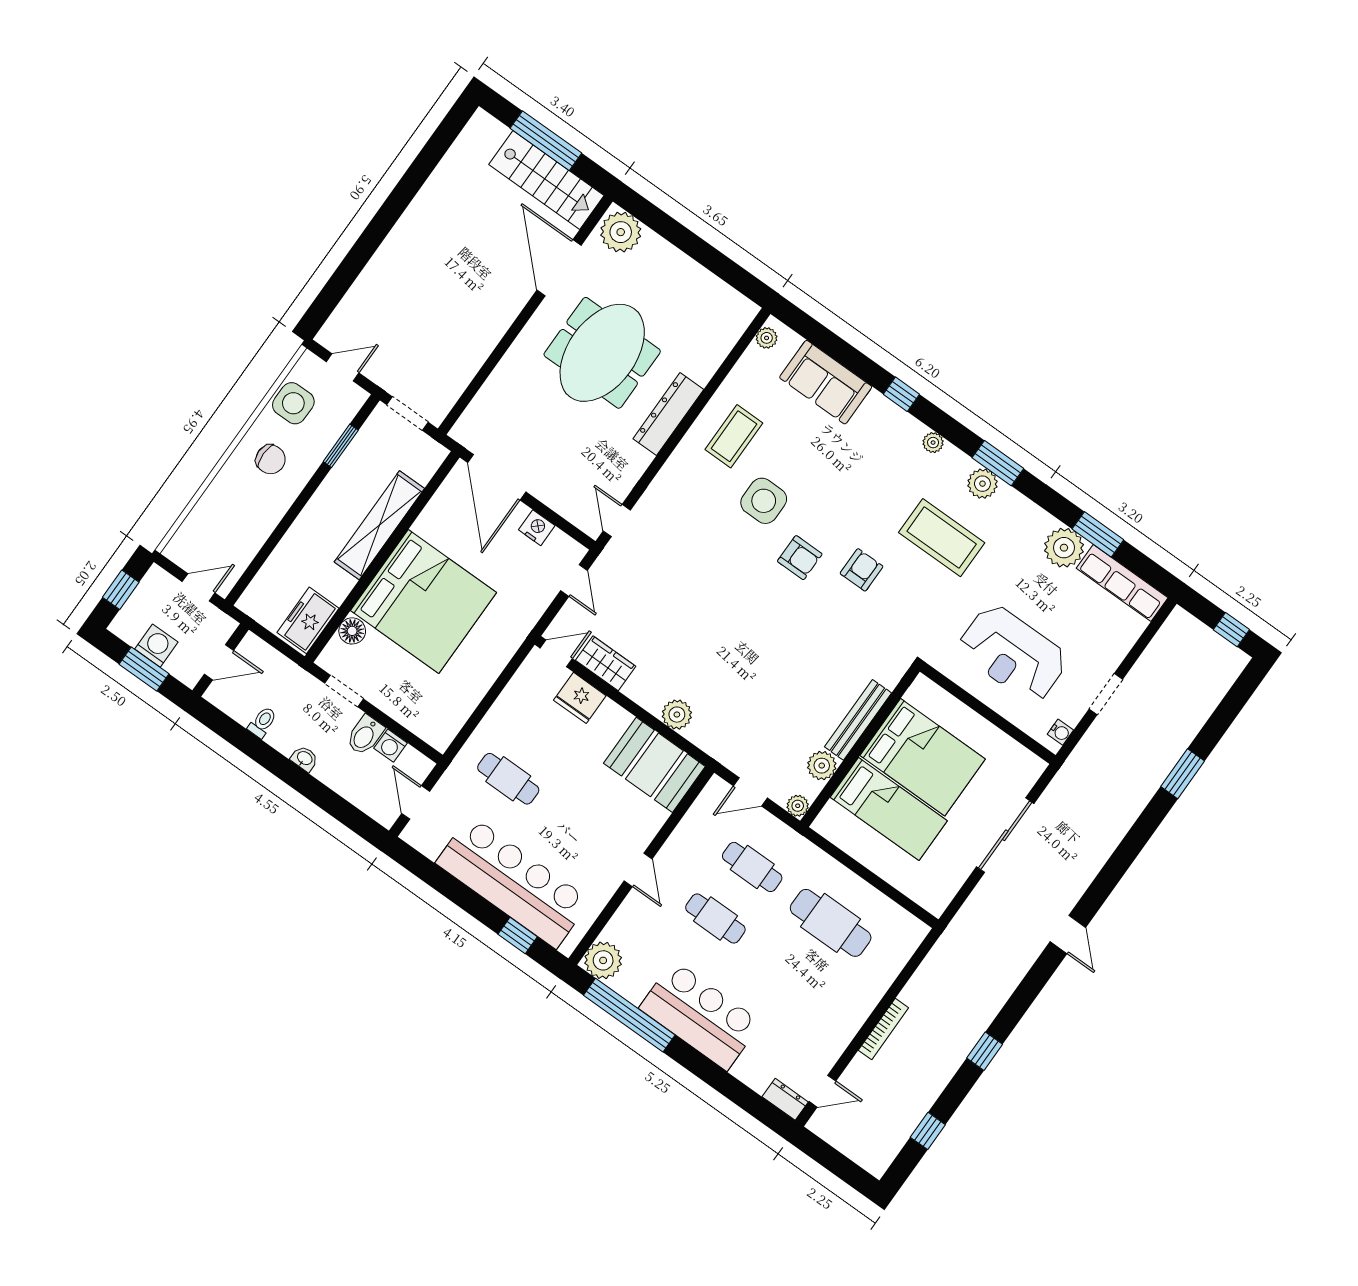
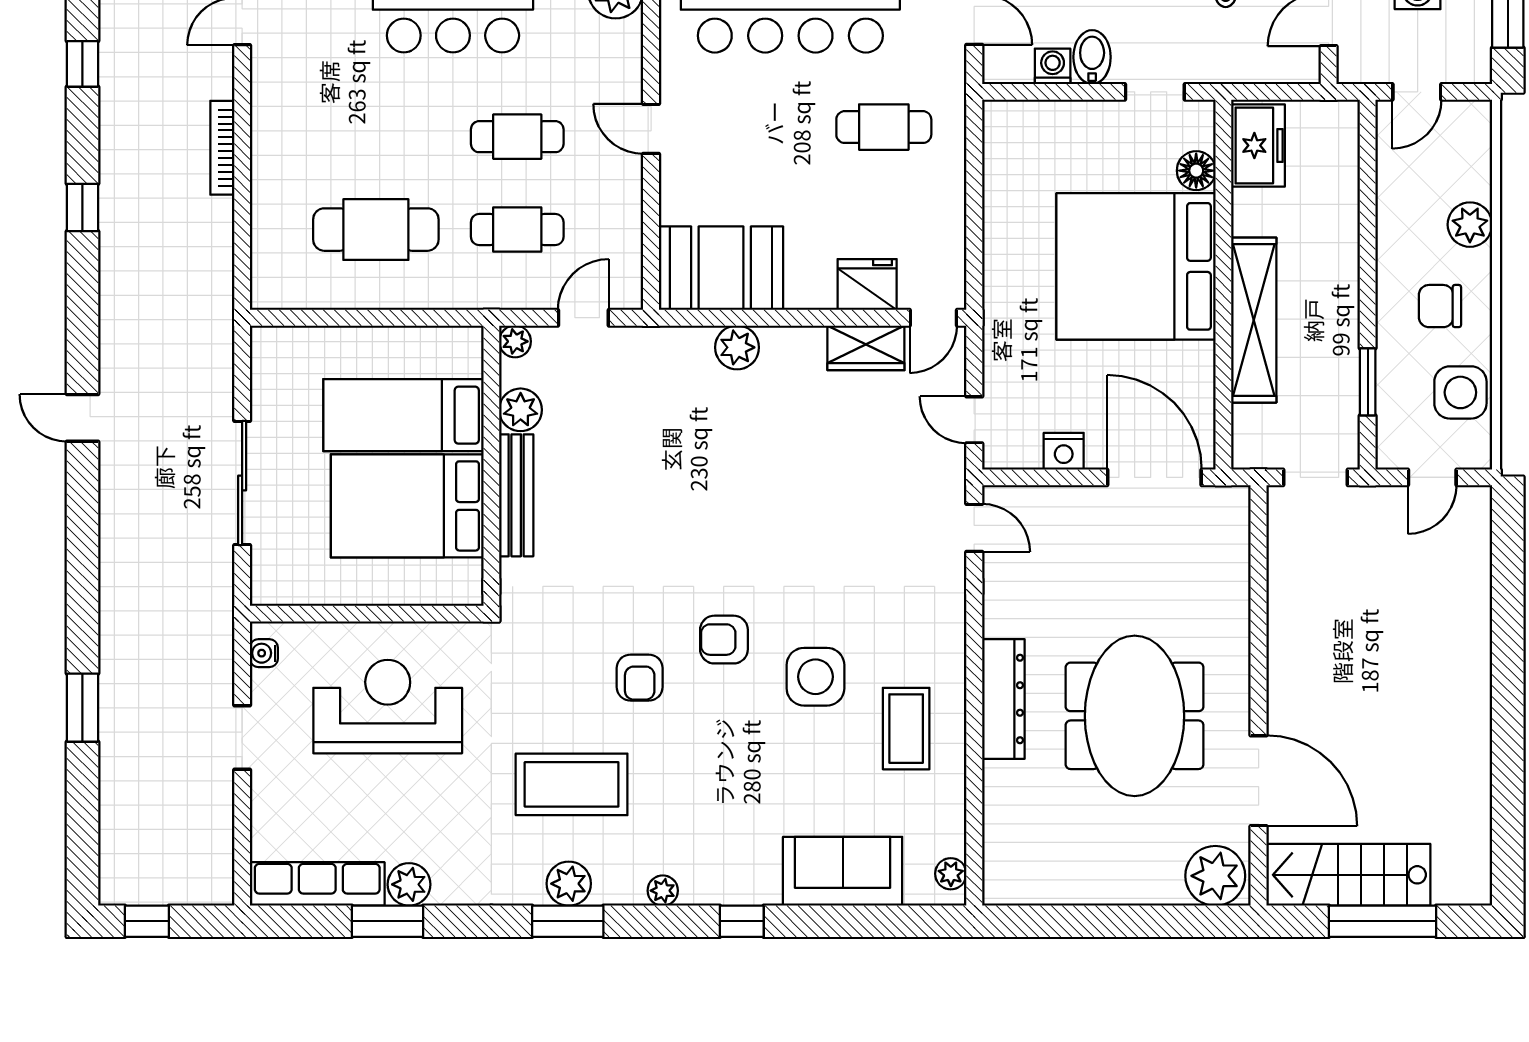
plant: (222, 493) -> (1470, 225), added
plant: (1064, 548) -> (409, 884), width x0.73, depth x0.73

